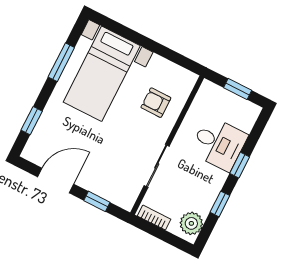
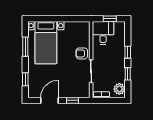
armchair: (156, 103) -> (82, 53), moved
desk: (219, 144) -> (103, 33), moved, turned -90

